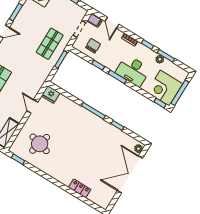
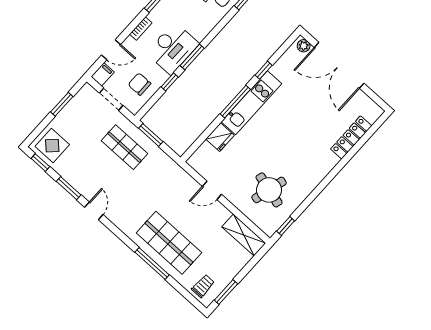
desk: (133, 71) -> (173, 48), moved
fridge: (51, 94) -> (220, 137), moved
kitchen unit: (95, 122) -> (251, 103), added
locker: (80, 188) -> (351, 137), width x1.53

